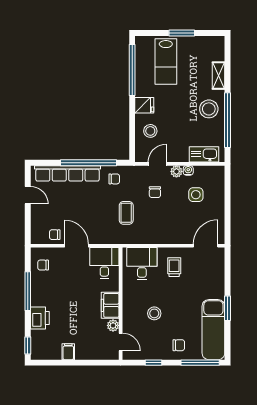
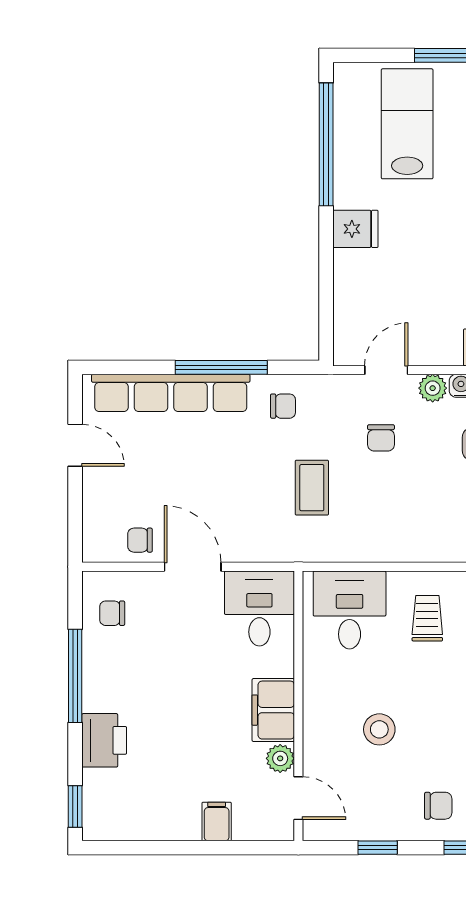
lab bench: (166, 61) -> (407, 124), turned 180
stool: (150, 131) -> (370, 291), removed
window: (89, 163) -> (221, 367), width x0.68
filing cabinet: (68, 352) -> (217, 821), moved

